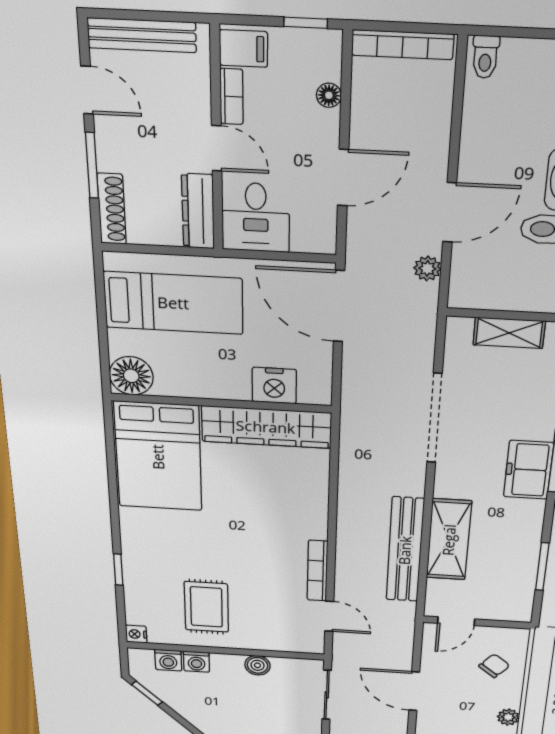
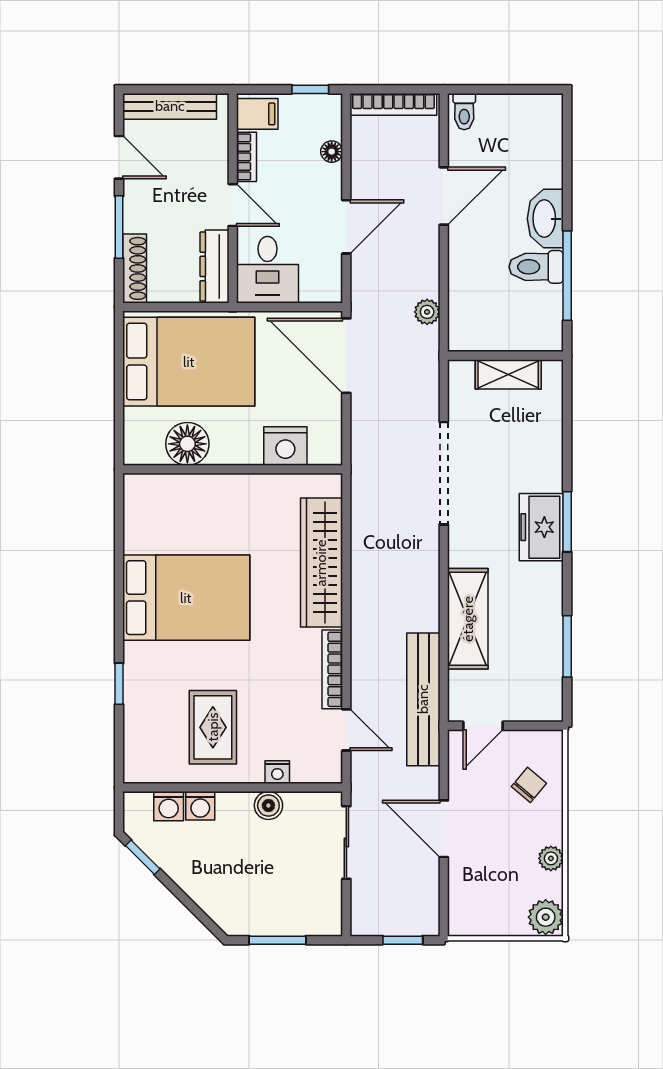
door: (450, 212) -> (444, 196), moved
bed: (173, 303) -> (189, 362), width x1.50
floor lamp: (131, 376) -> (187, 444), moved
wardrobe: (266, 427) -> (321, 563), moved, turned 90
bed: (158, 457) -> (186, 598), moved, turned -90
bench: (405, 550) -> (423, 699), moved
nightstand: (136, 634) -> (277, 772), moved, turned -90

